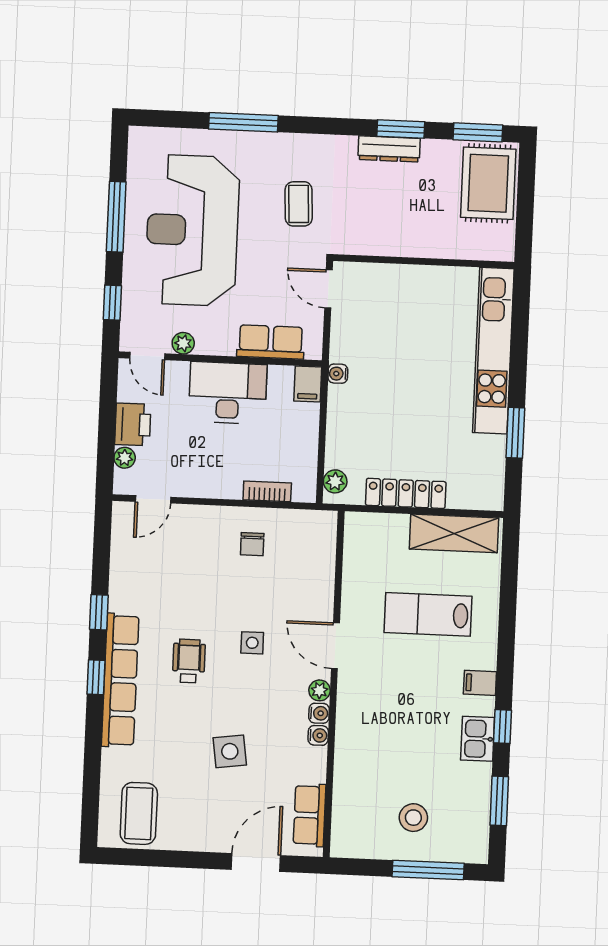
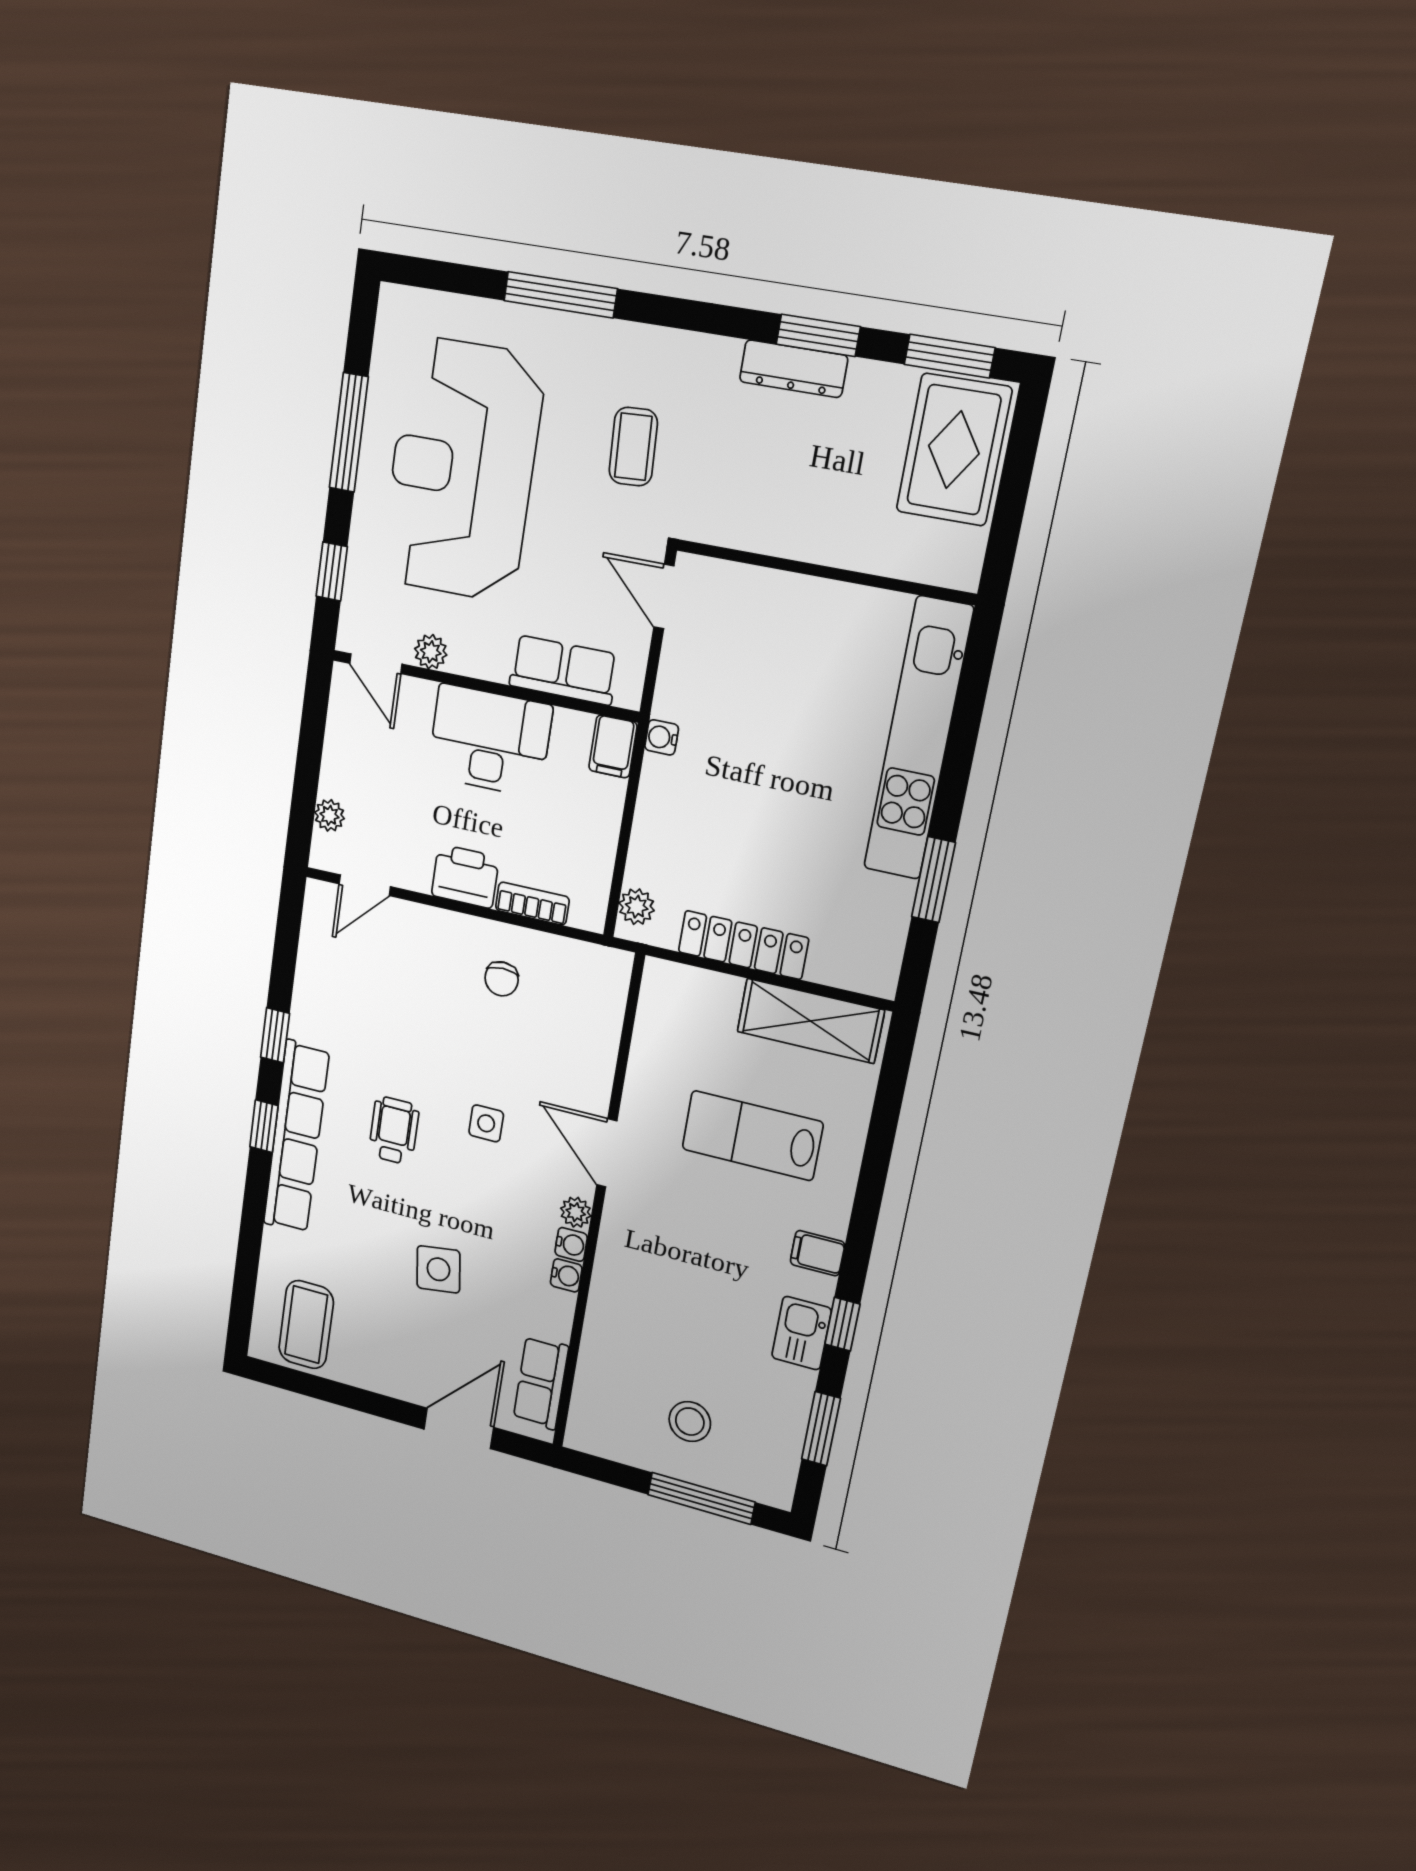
printer: (133, 424) -> (465, 876), moved, turned -90

